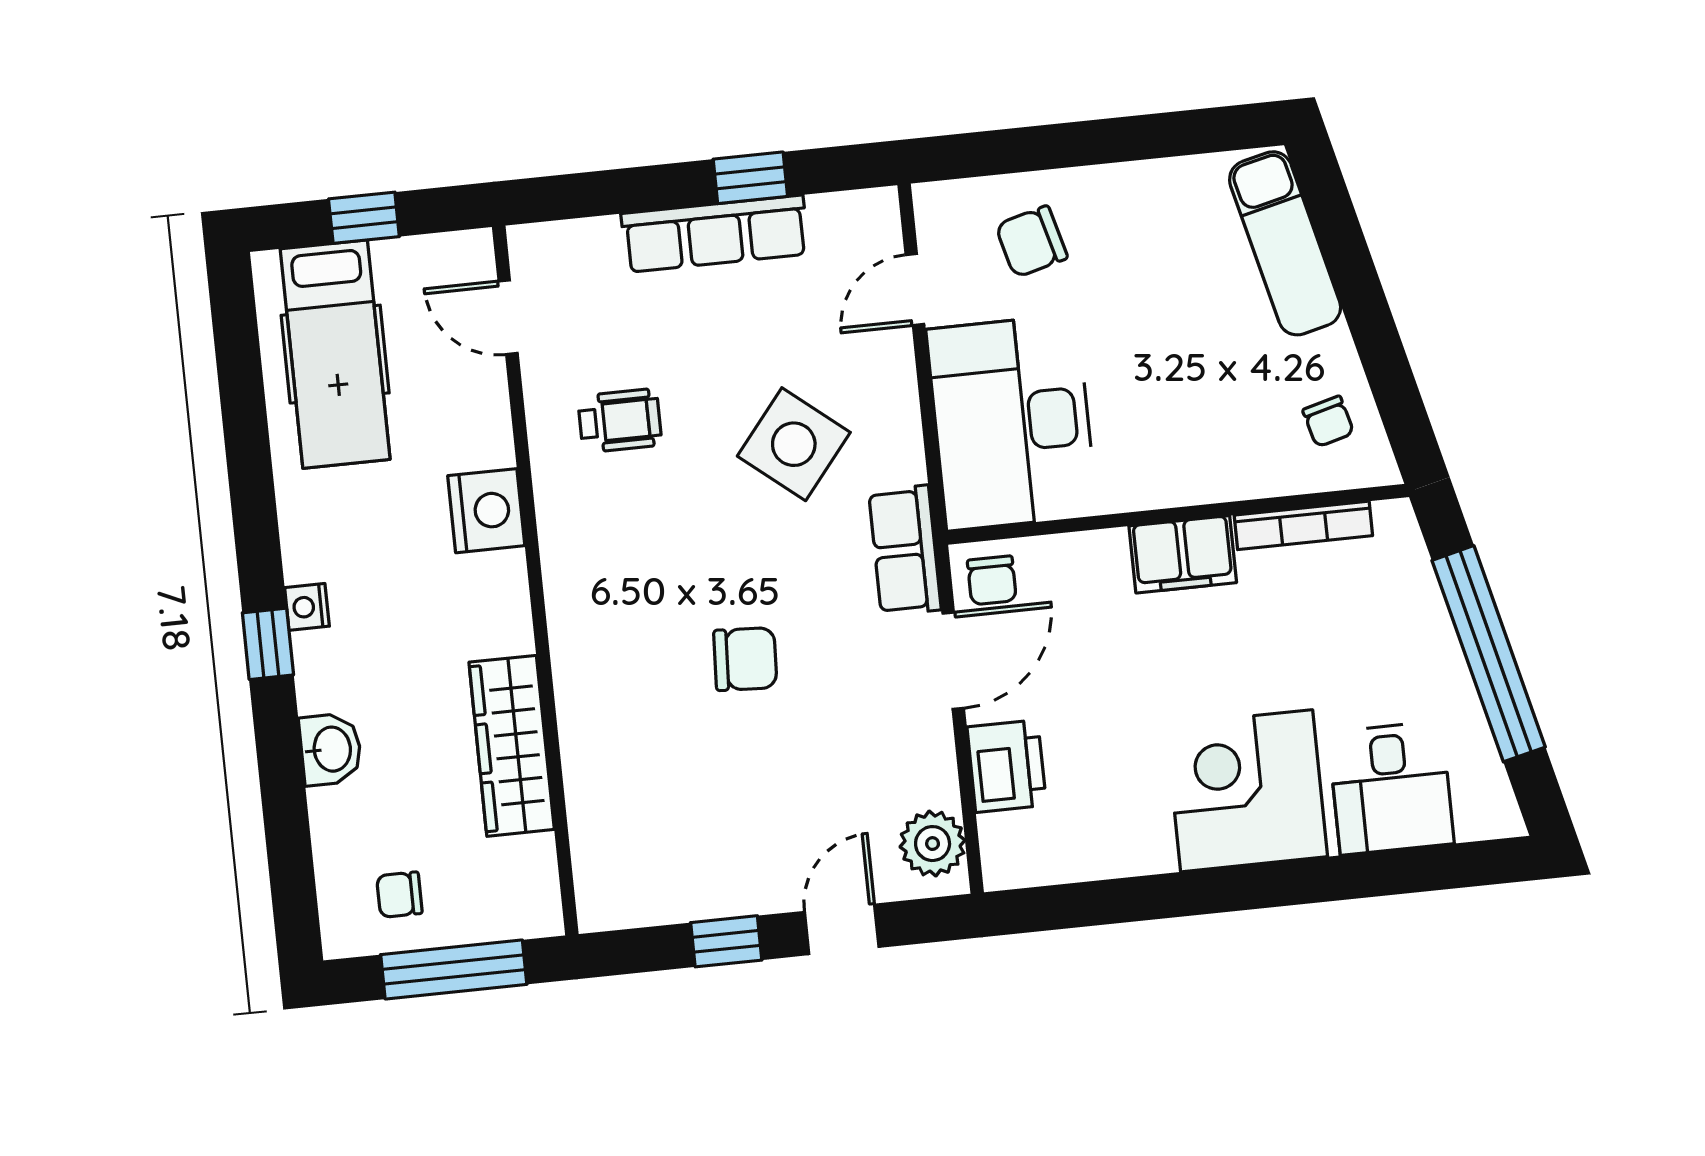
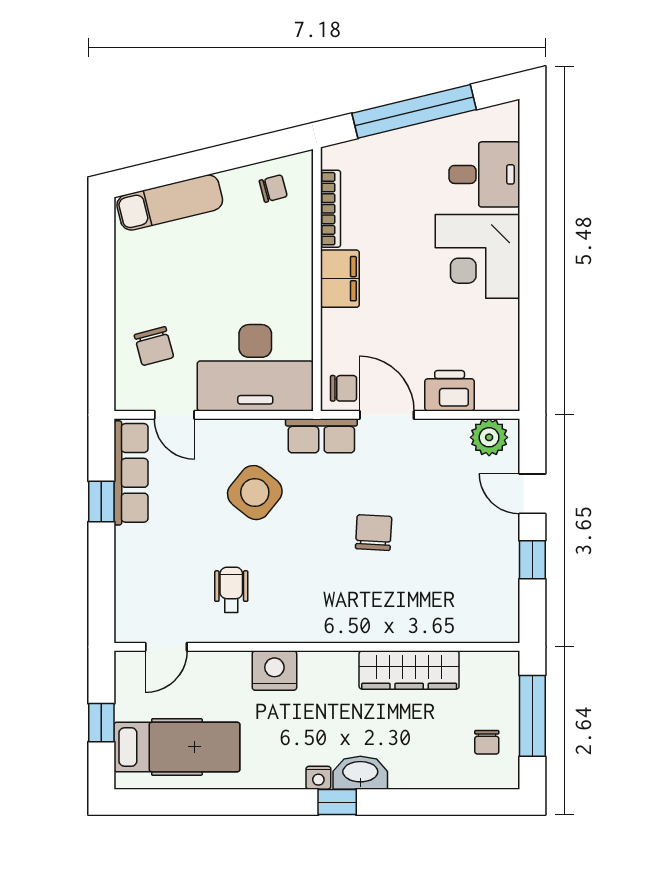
row of seats: (715, 234) -> (131, 473), moved
washbasin: (331, 749) -> (360, 773), moved, width x1.38

